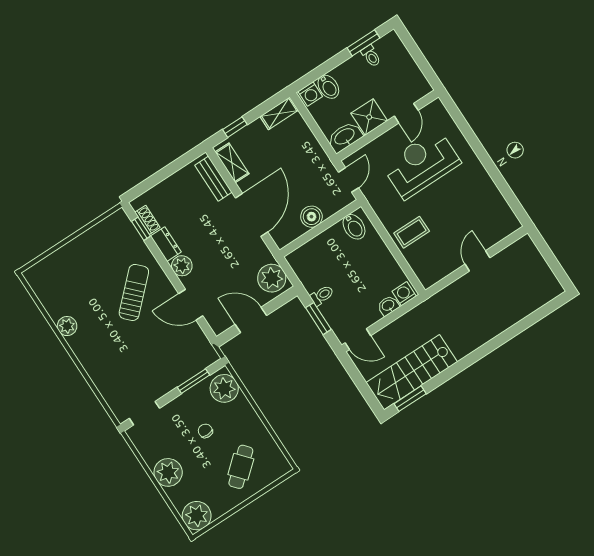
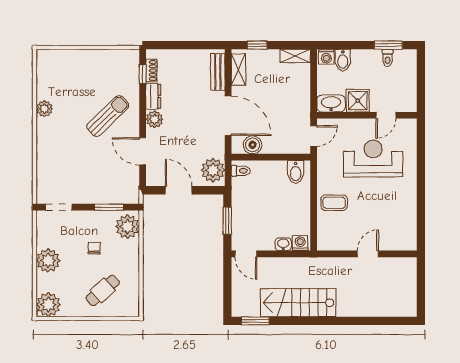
door: (252, 215) -> (228, 116), hinge flipped
boiler: (311, 217) -> (253, 145), moved
toilet: (322, 295) -> (241, 171), moved
stairs: (412, 372) -> (298, 303), moved

